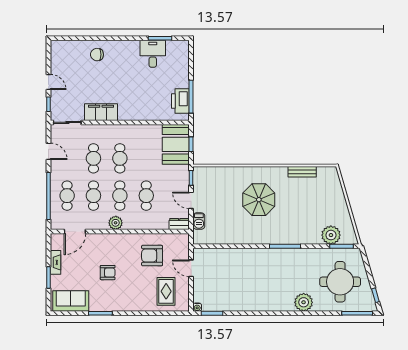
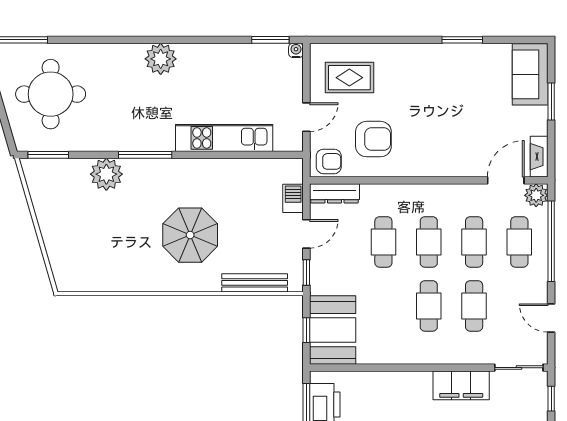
bench: (302, 172) -> (255, 283), moved, width x1.36
door: (191, 200) -> (306, 234), hinge flipped
plant: (116, 223) -> (536, 195), moved
dresser: (179, 224) -> (335, 193), width x1.44
plant: (331, 235) -> (106, 174), moved
kitchen unit: (239, 256) -> (224, 138), added
fireplace: (56, 262) -> (539, 157), moved
door: (191, 268) -> (306, 117), hinge flipped
armchair: (108, 273) -> (329, 161), moved, turned 180
rug: (166, 291) -> (349, 78), turned 90
sofa: (71, 301) -> (530, 74), moved, turned 90
plant: (304, 302) -> (161, 59), moved

